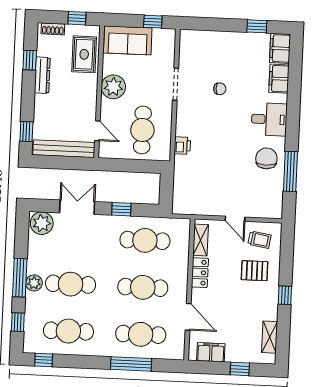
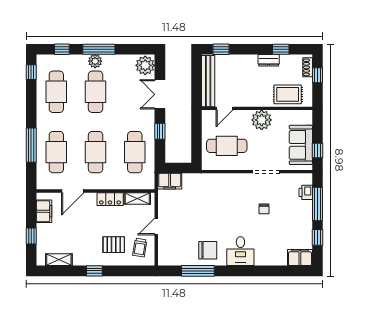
window: (77, 18) -> (317, 75), moved
window: (217, 25) -> (317, 204), added
sofa: (128, 40) -> (301, 145), moved
dresser: (42, 75) -> (269, 60), width x0.70
filing cabinet: (279, 79) -> (170, 181), moved, turned 180
printer: (182, 146) -> (306, 192), moved, turned 90
double door: (77, 207) -> (160, 94), swing flipped
pallet: (254, 271) -> (114, 245), turned 90

